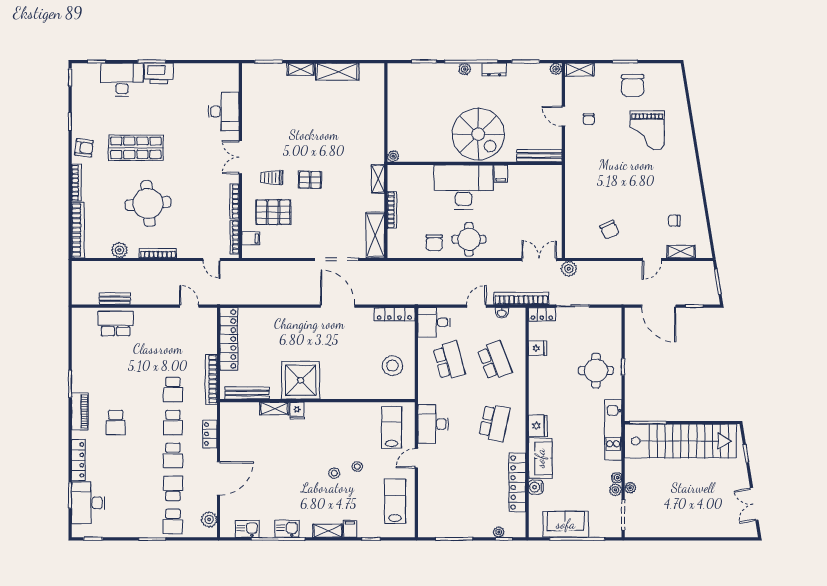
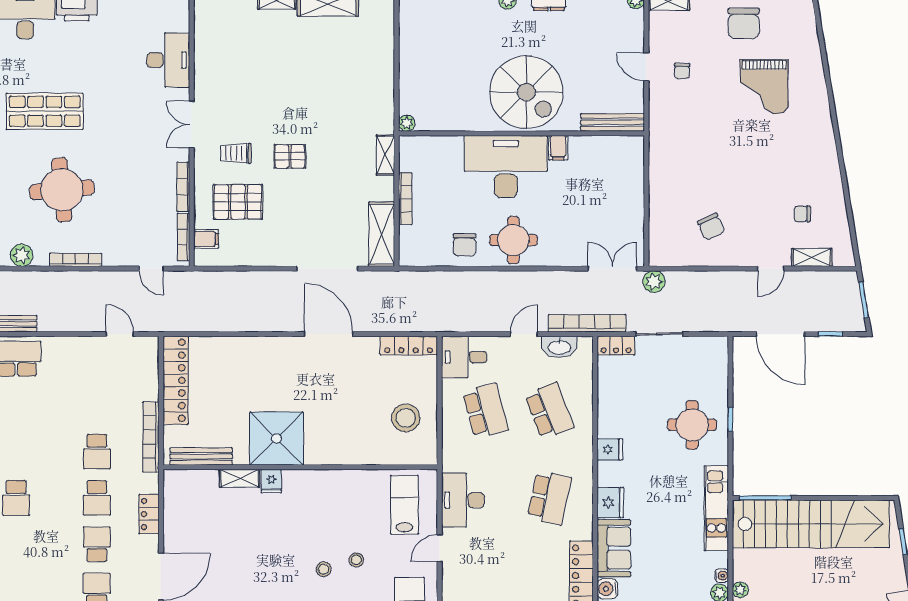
washbasin: (502, 313) -> (560, 347), width x1.91, depth x1.45
fridge: (538, 348) -> (610, 449), moved
school desk: (173, 455) -> (97, 544), turned 180

